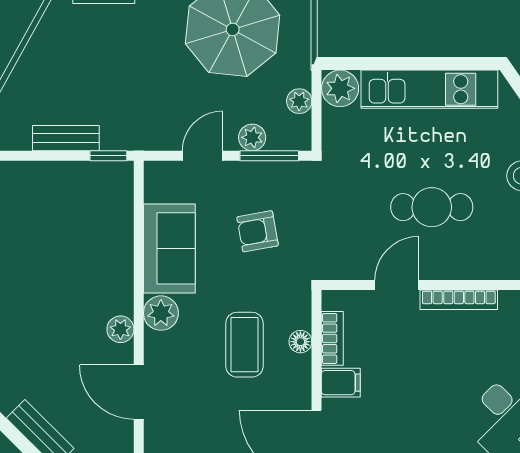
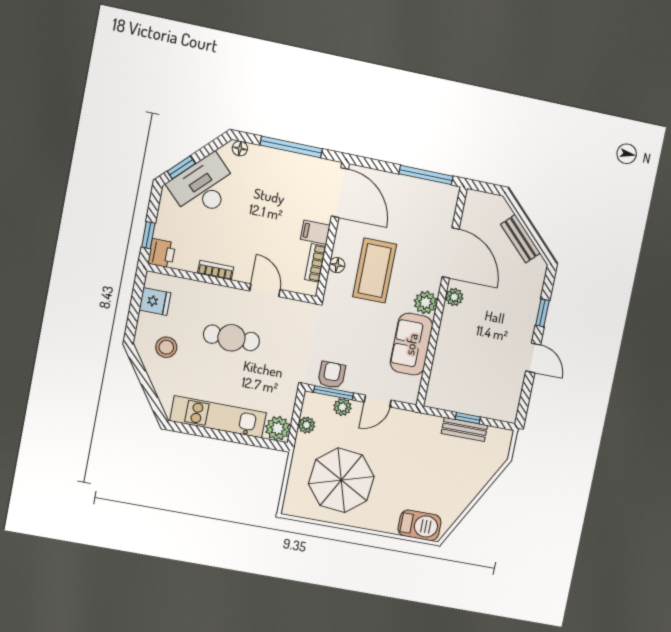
window: (108, 156) -> (468, 418), moved
armchair: (258, 231) -> (332, 375), moved, turned -80
door: (397, 285) -> (265, 290), swing flipped
bookcase: (459, 300) -> (216, 270), width x0.64
coffee table: (244, 345) -> (375, 270), width x1.36, depth x1.32
door: (139, 392) -> (451, 253), width x1.36

